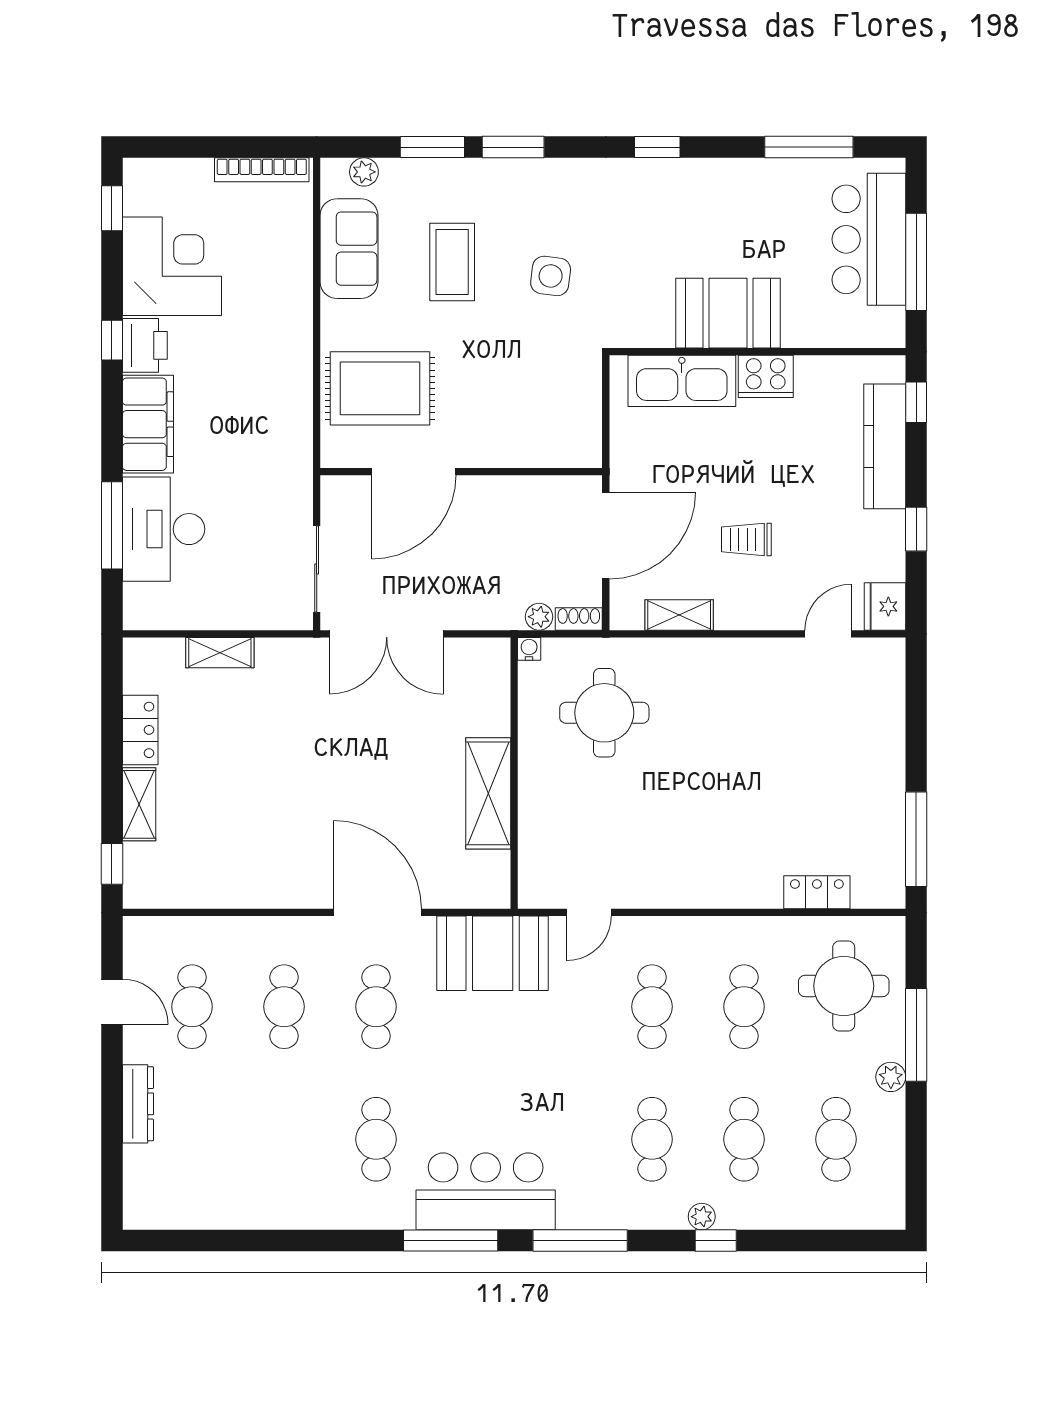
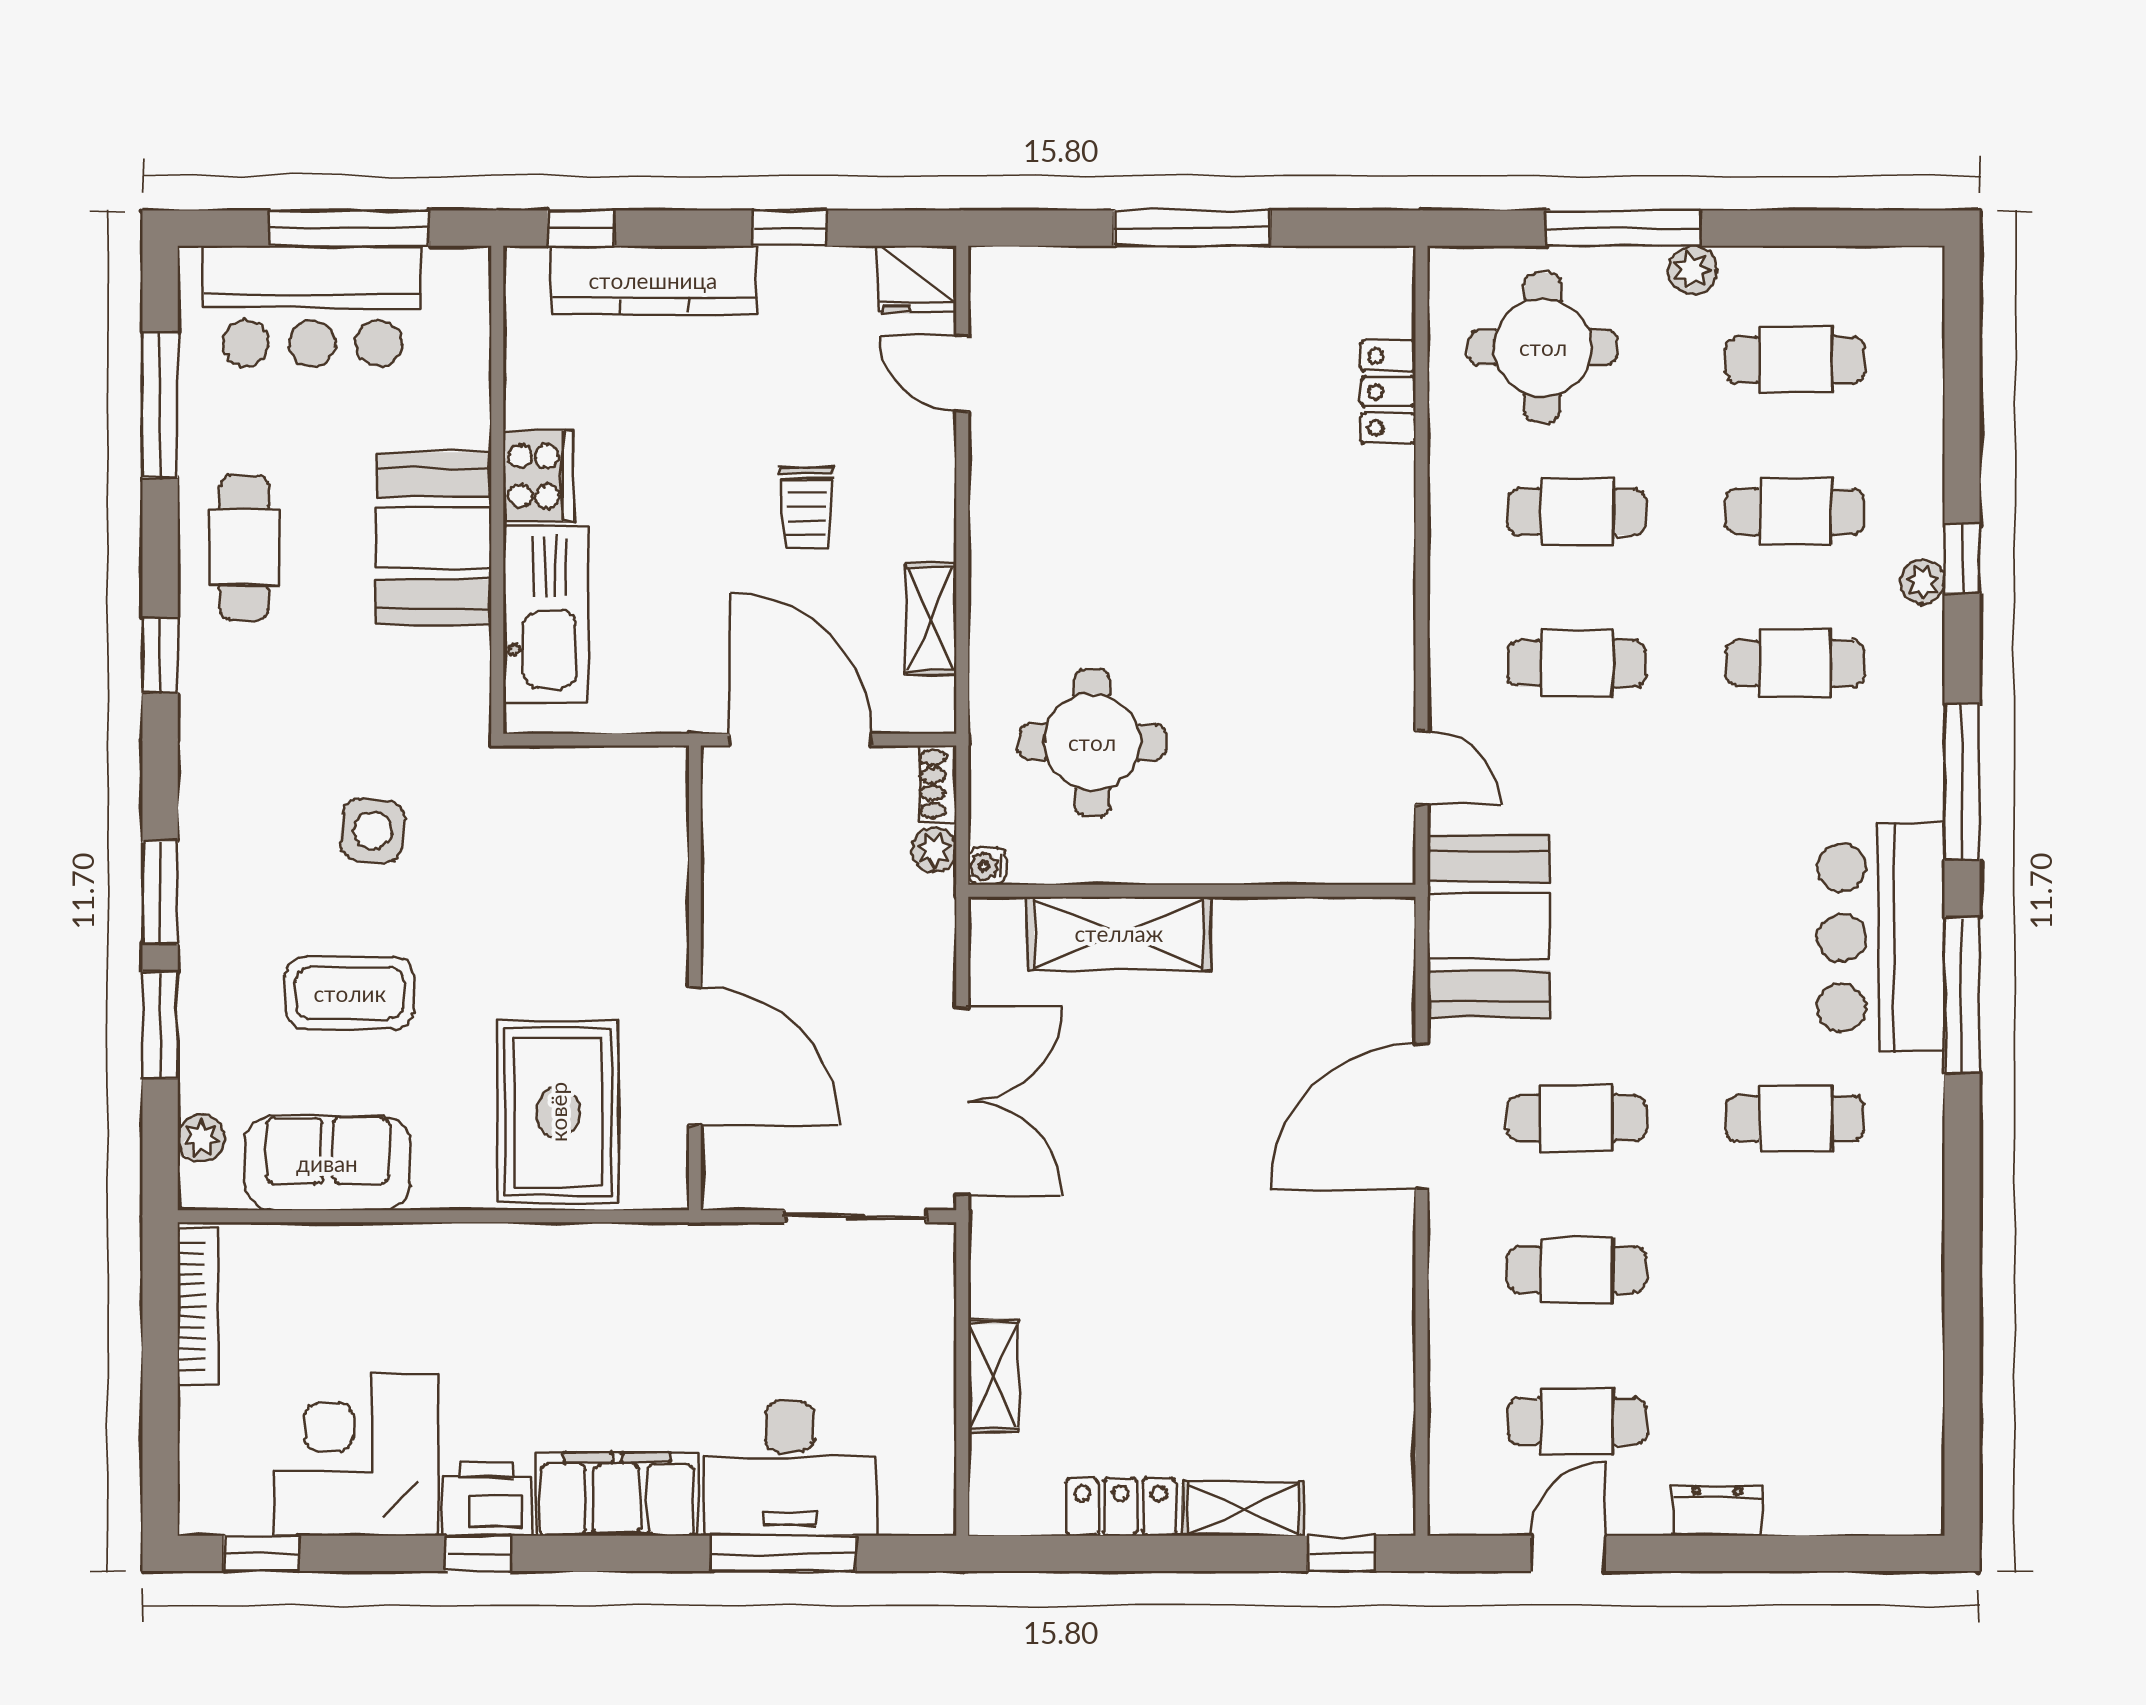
cafe table: (722, 198) -> (244, 548), added
shelving: (488, 793) -> (1119, 933), moved
window: (916, 839) -> (1192, 228), moved
dresser: (138, 1104) -> (1717, 1511), width x0.70

